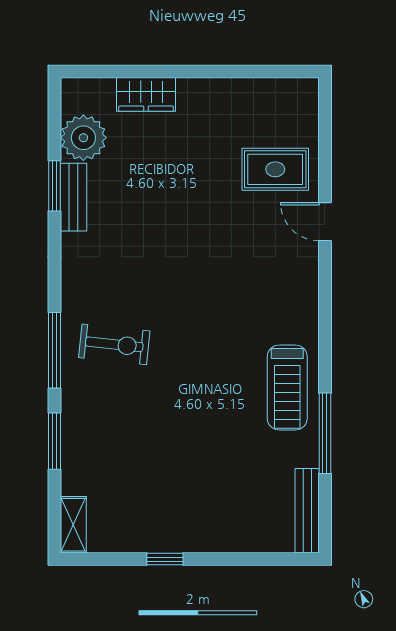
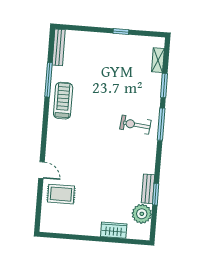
shelving: (73, 525) -> (158, 60), moved

